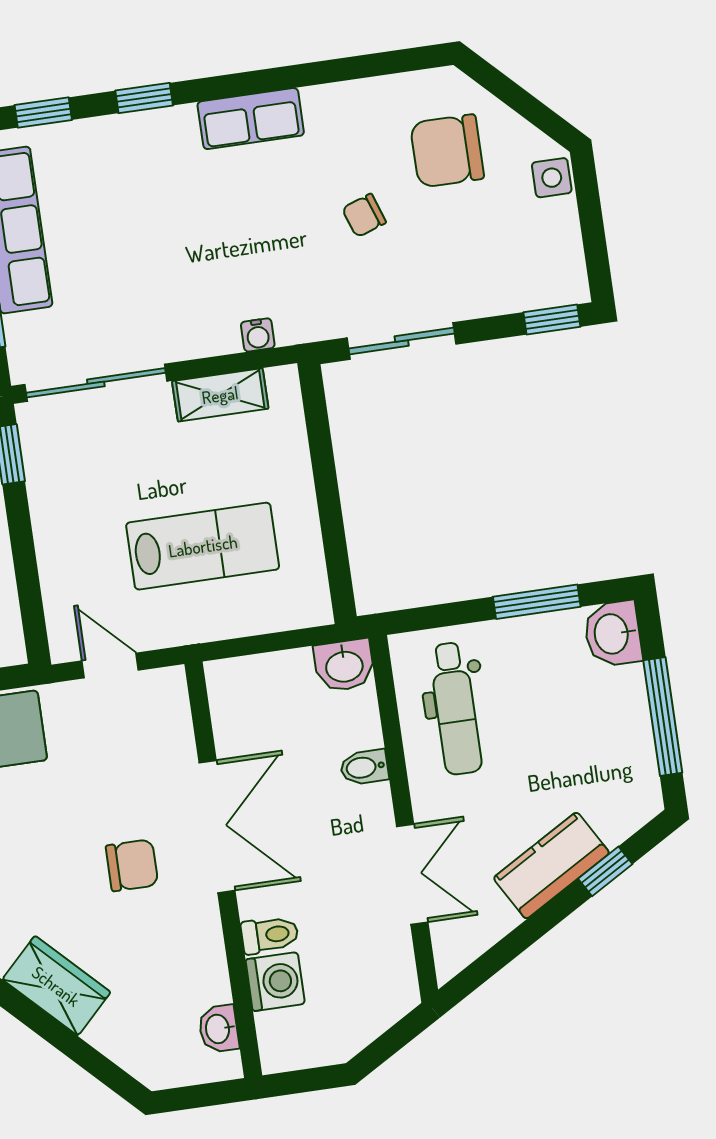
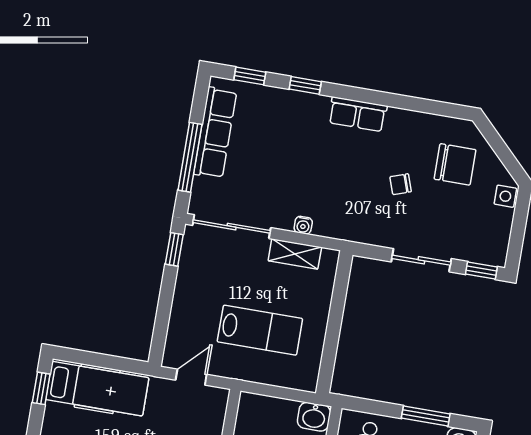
chair: (447, 151) -> (455, 164), turned 180
water cooler: (258, 335) -> (303, 225), moved
sliding door: (402, 341) -> (421, 260), moved
door: (110, 666) -> (191, 377), hinge flipped

